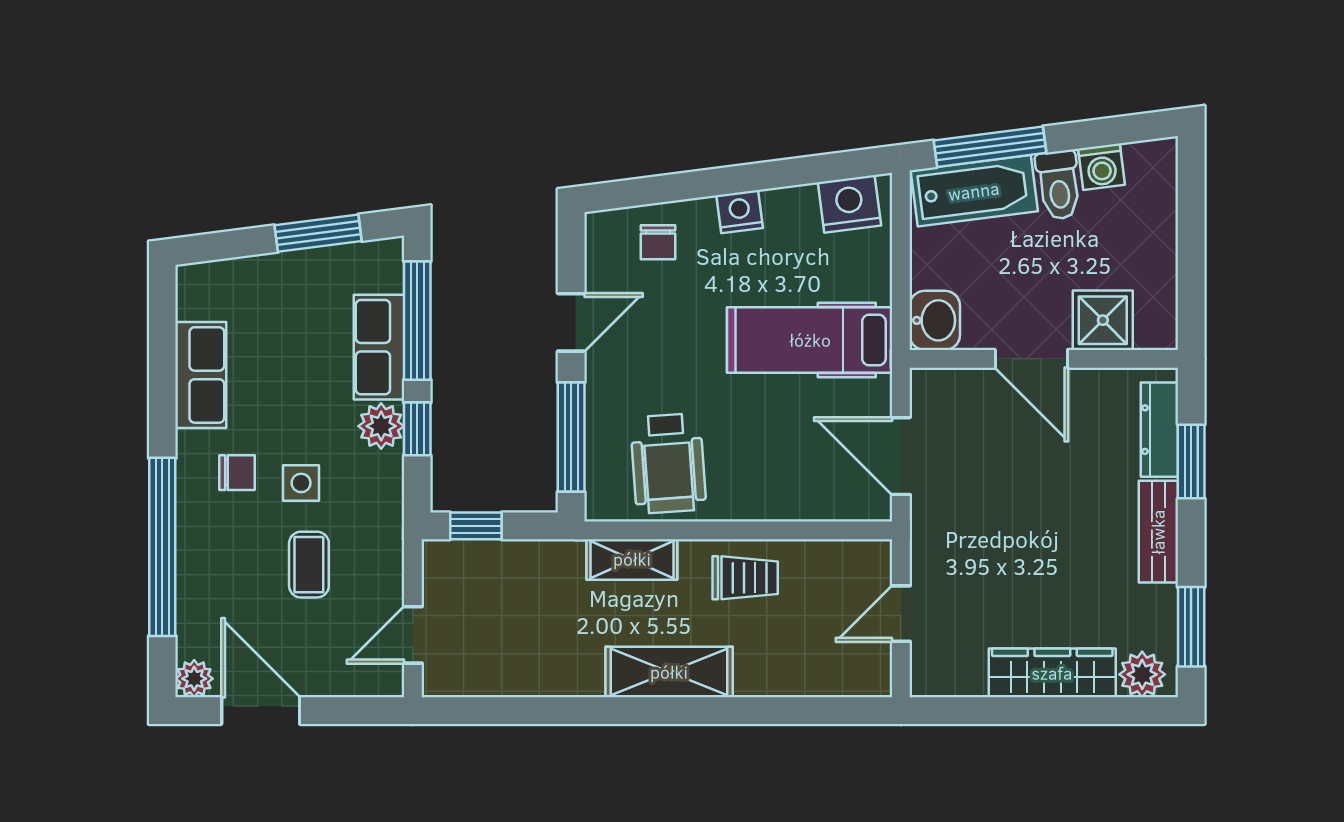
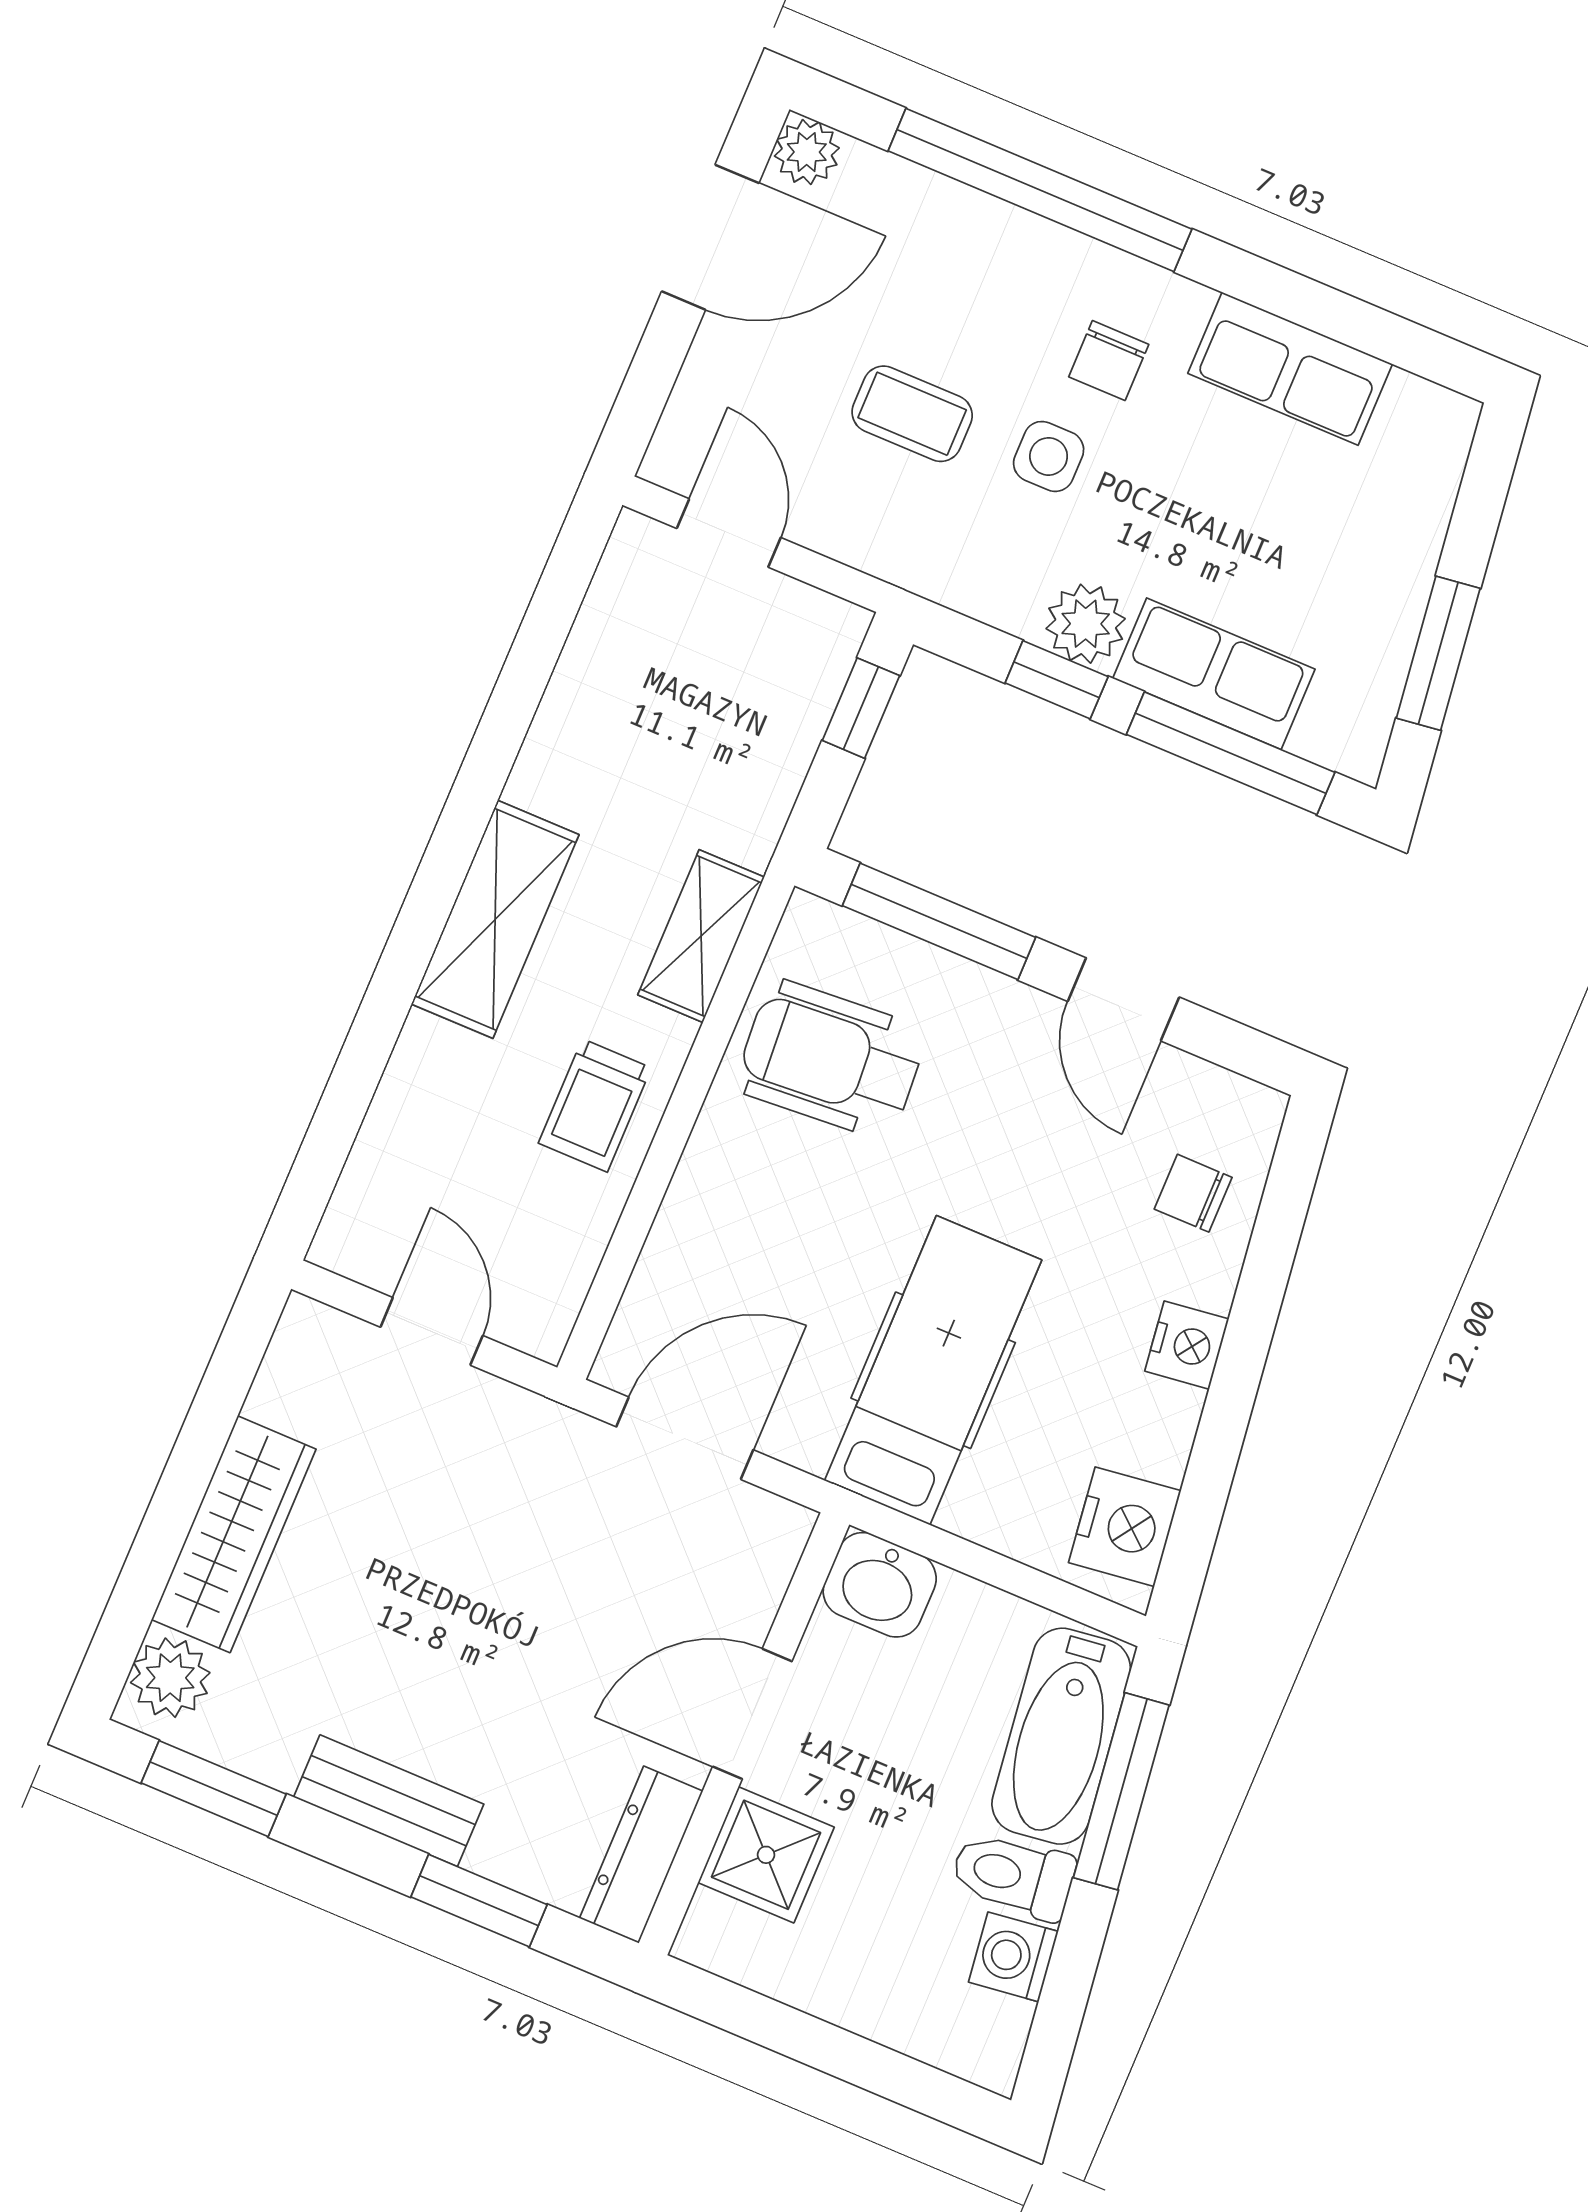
dresser: (1159, 430) -> (641, 1855), moved, turned -90

